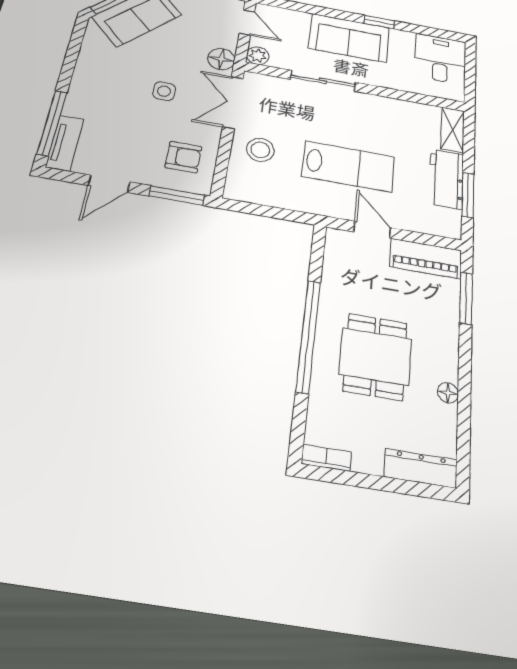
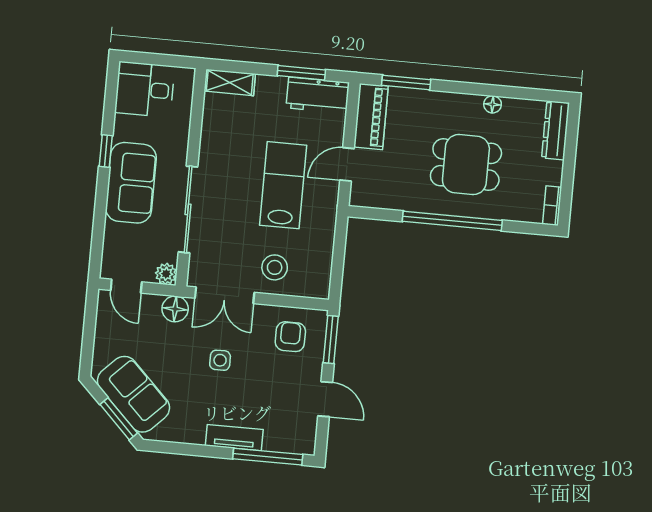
door: (247, 23) -> (126, 286), swing flipped
sliding door: (323, 81) -> (188, 209), width x1.37
tv unit: (65, 143) -> (234, 438), moved
workbench: (446, 179) -> (318, 95), moved

